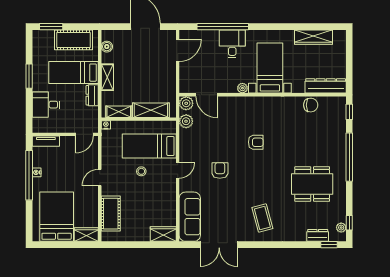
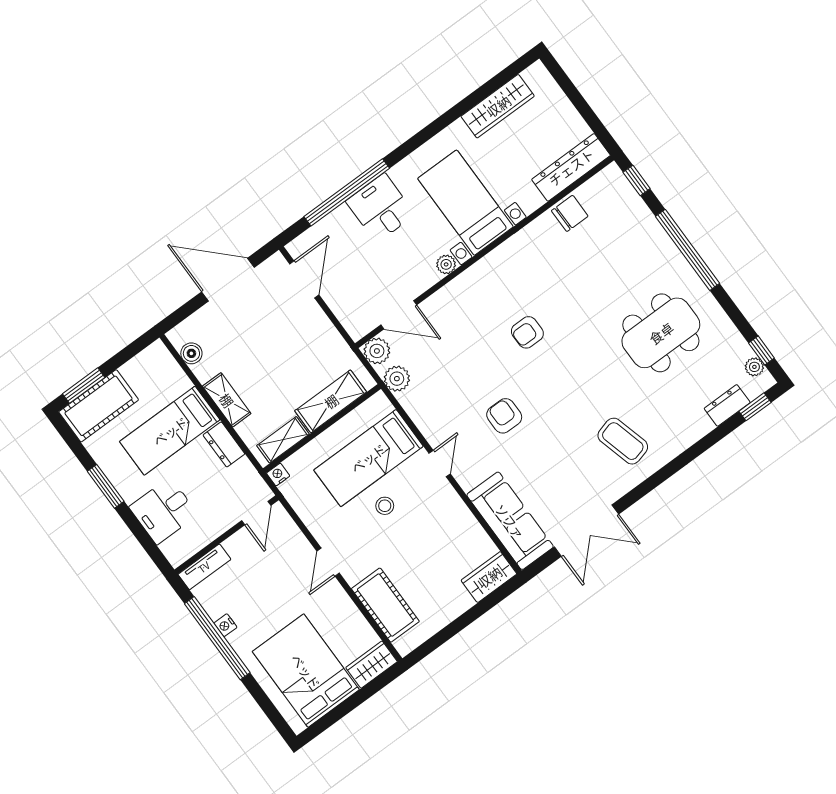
cot: (73, 40) -> (99, 406), moved
armchair: (256, 142) -> (527, 332), turned 180

